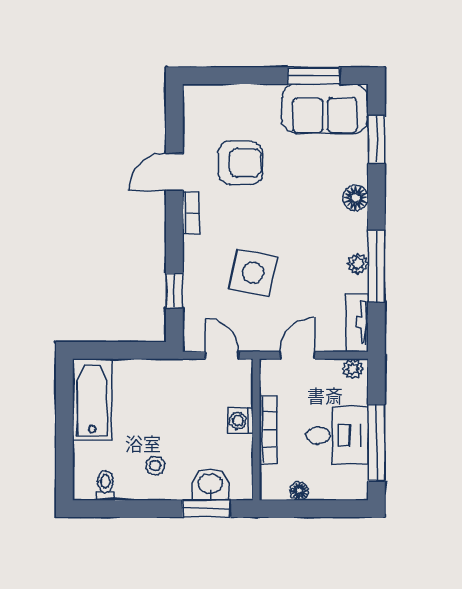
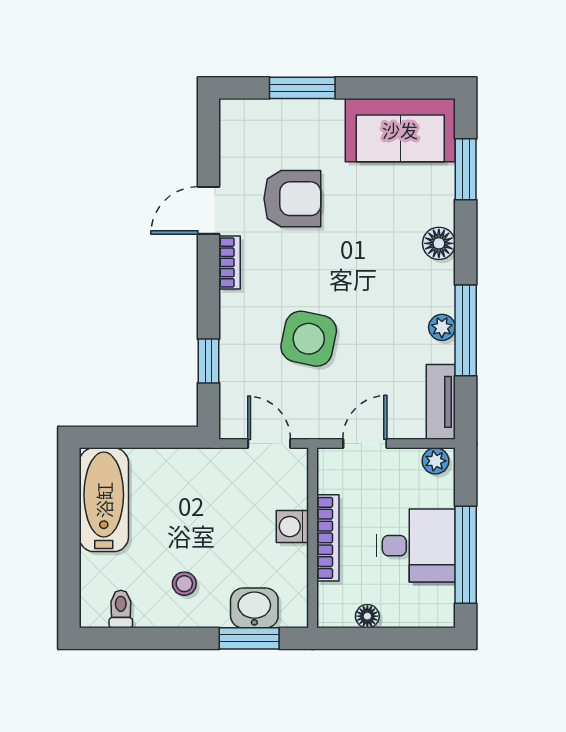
window: (314, 76) -> (302, 88), moved

